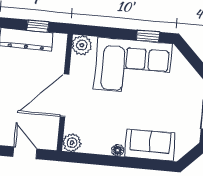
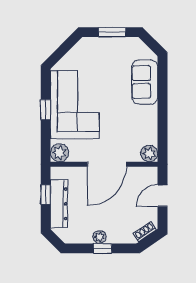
window: (148, 36) -> (46, 110), moved
door: (64, 95) -> (107, 164), hinge flipped
floor lamp: (118, 150) -> (152, 111), removed

